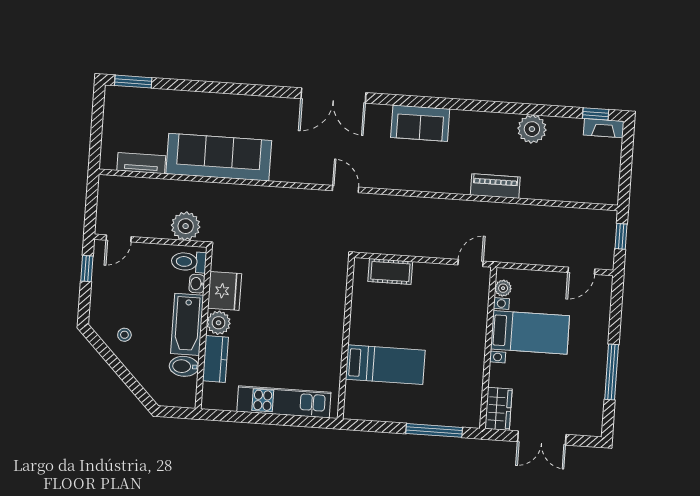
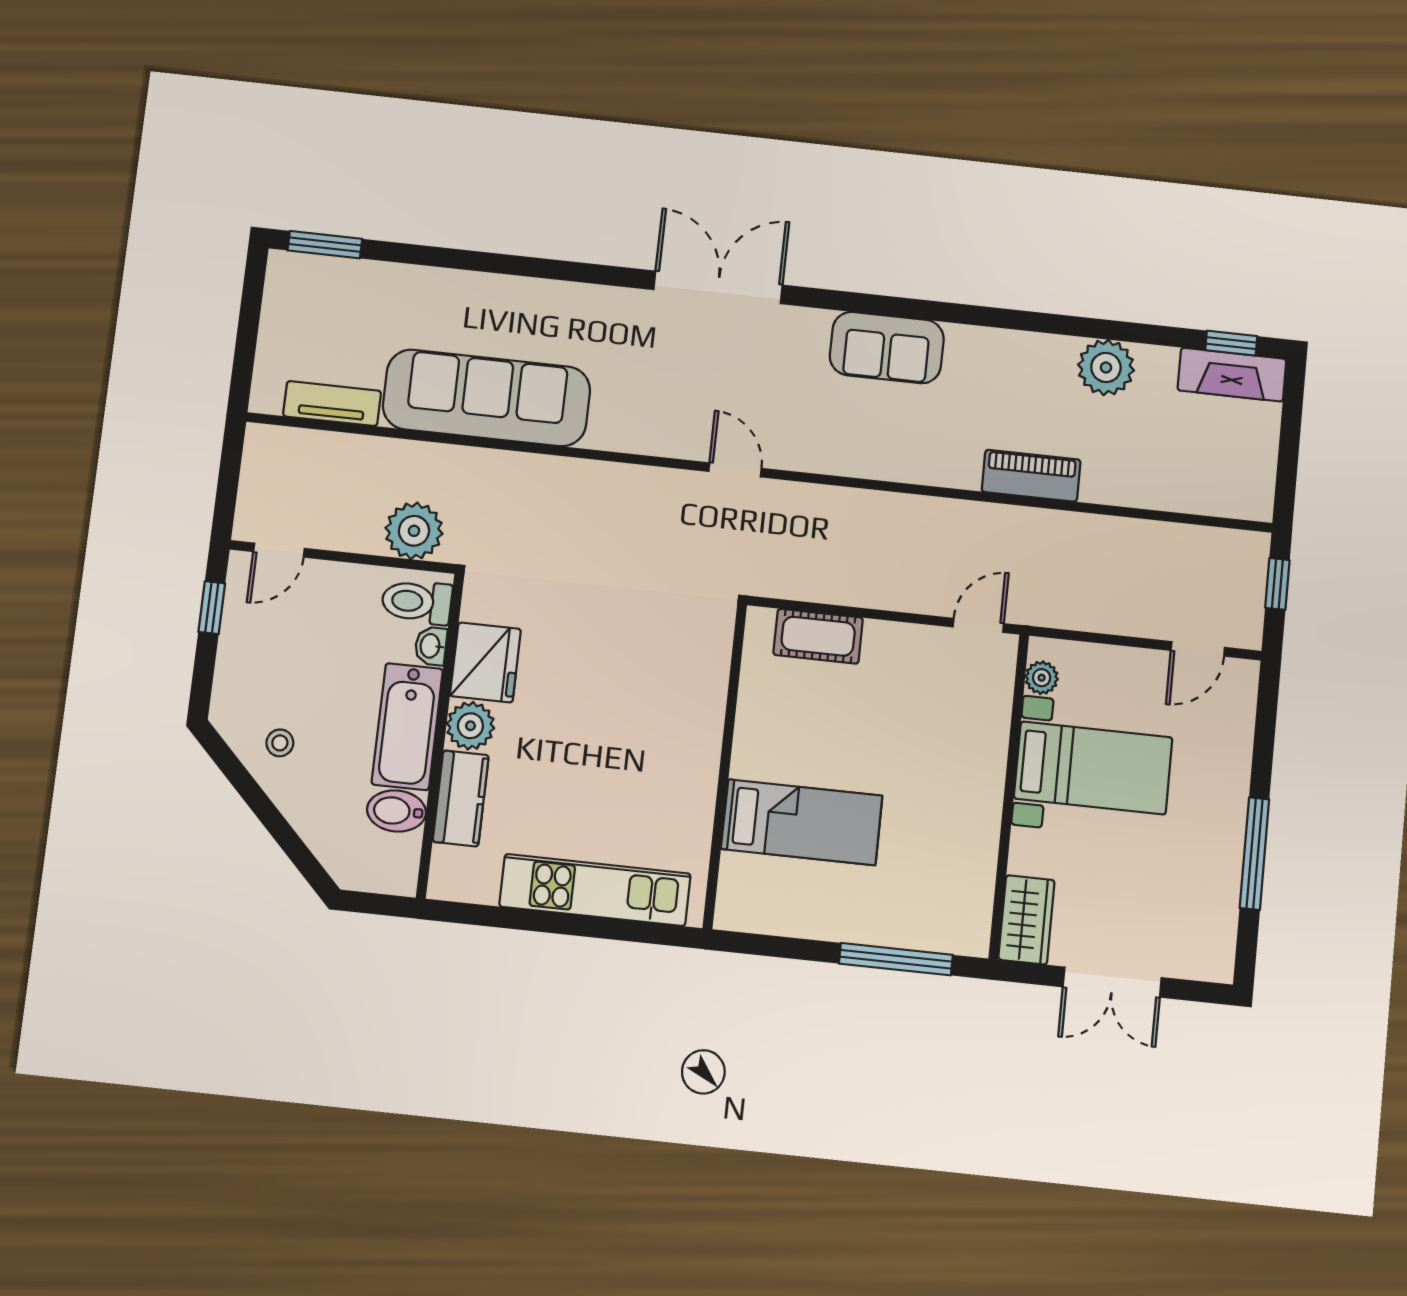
double door: (333, 96) -> (718, 287), swing flipped
fireplace: (604, 128) -> (1232, 375), width x1.37, depth x1.32

